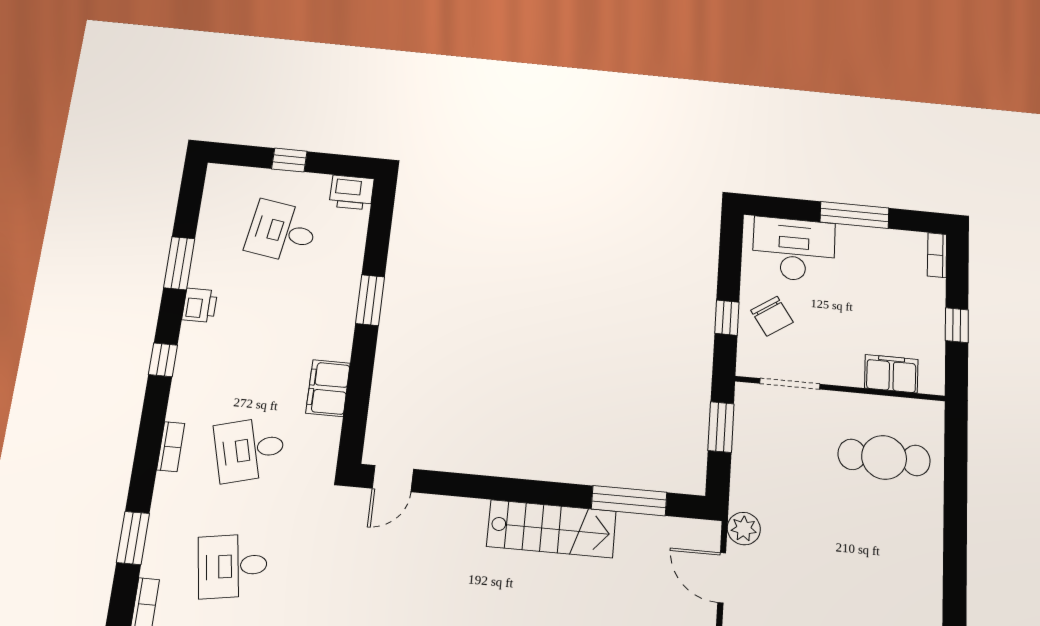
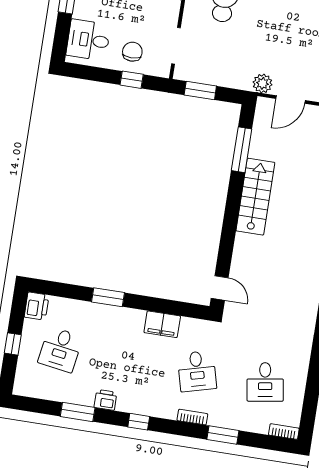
desk: (794, 249) -> (88, 40), width x0.73
chair: (772, 316) -> (132, 52), turned -56
window: (133, 538) -> (223, 435), moved

